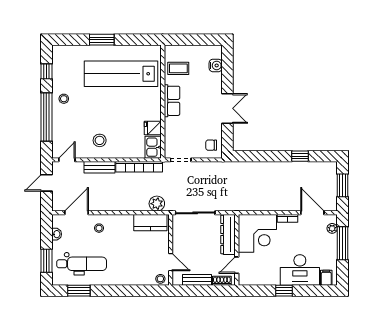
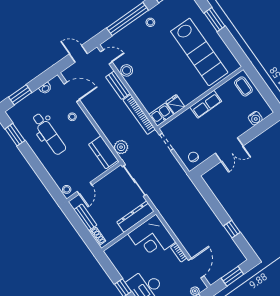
coffee table: (178, 68) -> (243, 86), moved
lab bench: (121, 74) -> (199, 52), turned 180
stool: (100, 140) -> (127, 70), moved
dental chair: (82, 264) -> (49, 134), moved
door: (237, 265) -> (117, 239), removed

